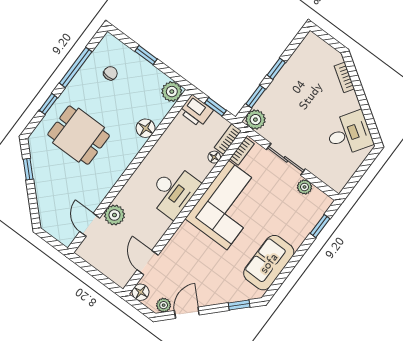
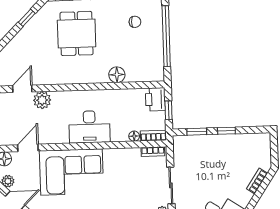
window: (146, 55) -> (166, 36), width x3.17
plant: (172, 92) -> (155, 73), removed
plant: (255, 120) -> (181, 144), removed
corner sofa: (228, 205) -> (72, 172), moved

